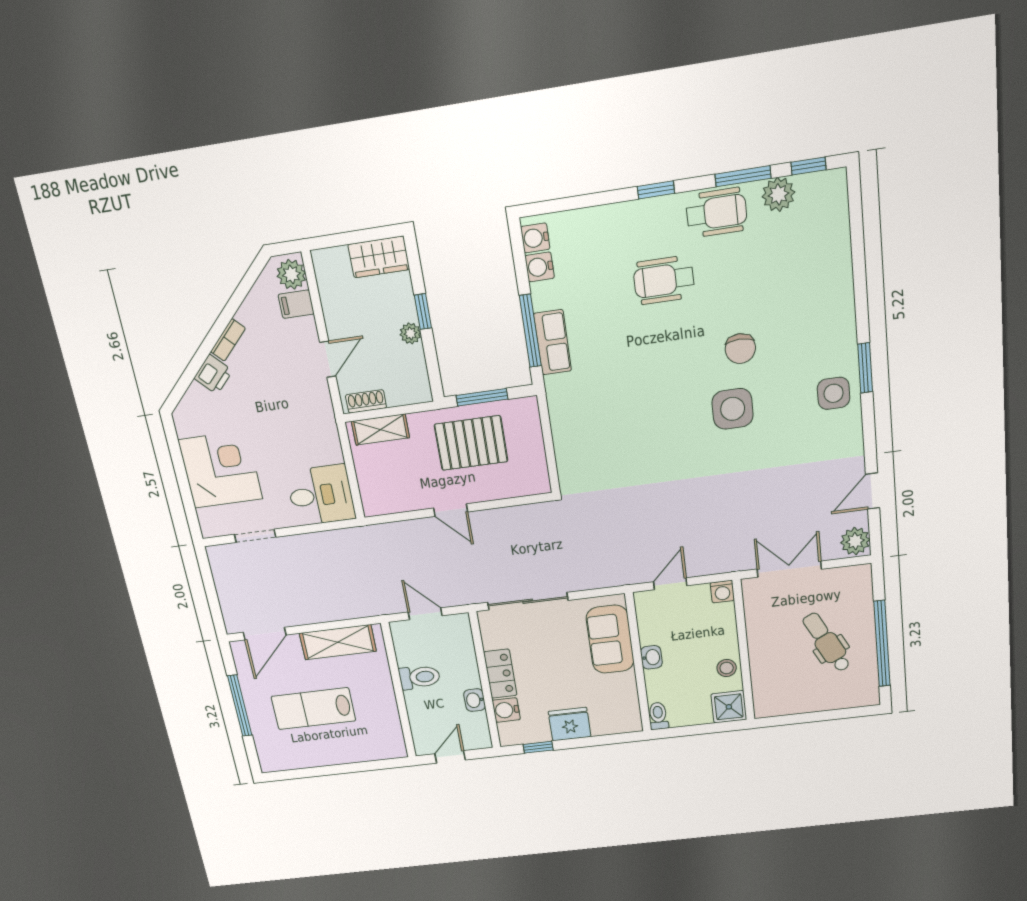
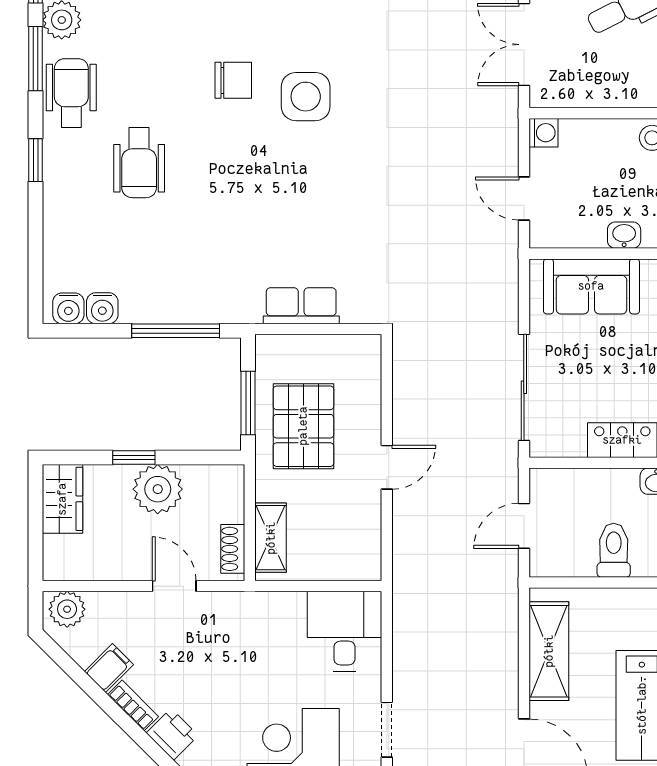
filing cabinet: (296, 304) -> (109, 668), moved, turned -135
plant: (410, 333) -> (158, 489), width x1.88, depth x1.88
row of seats: (553, 342) -> (301, 306), moved

